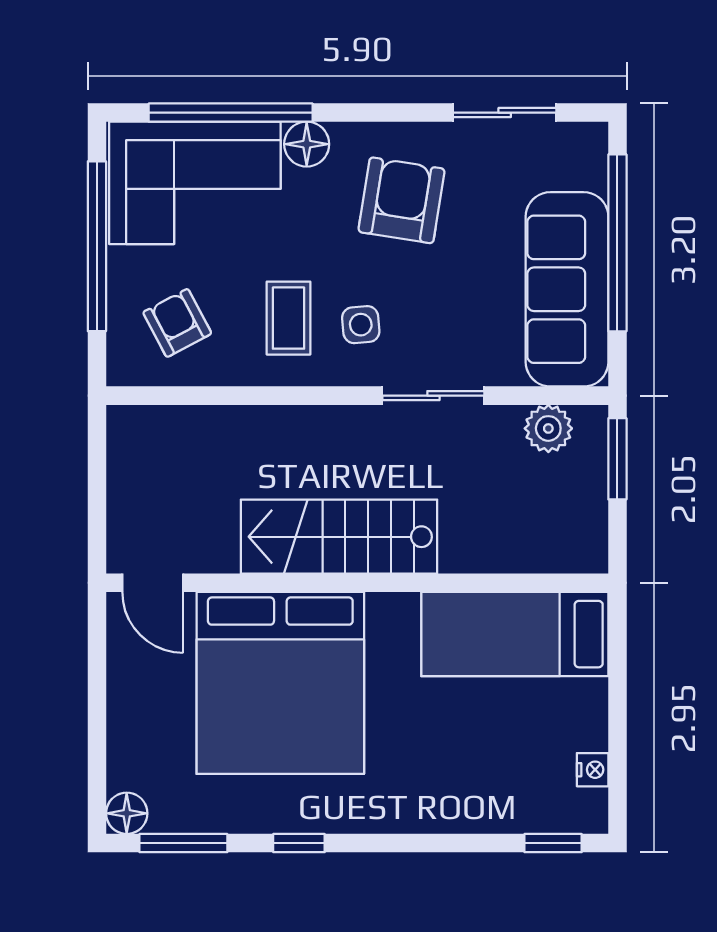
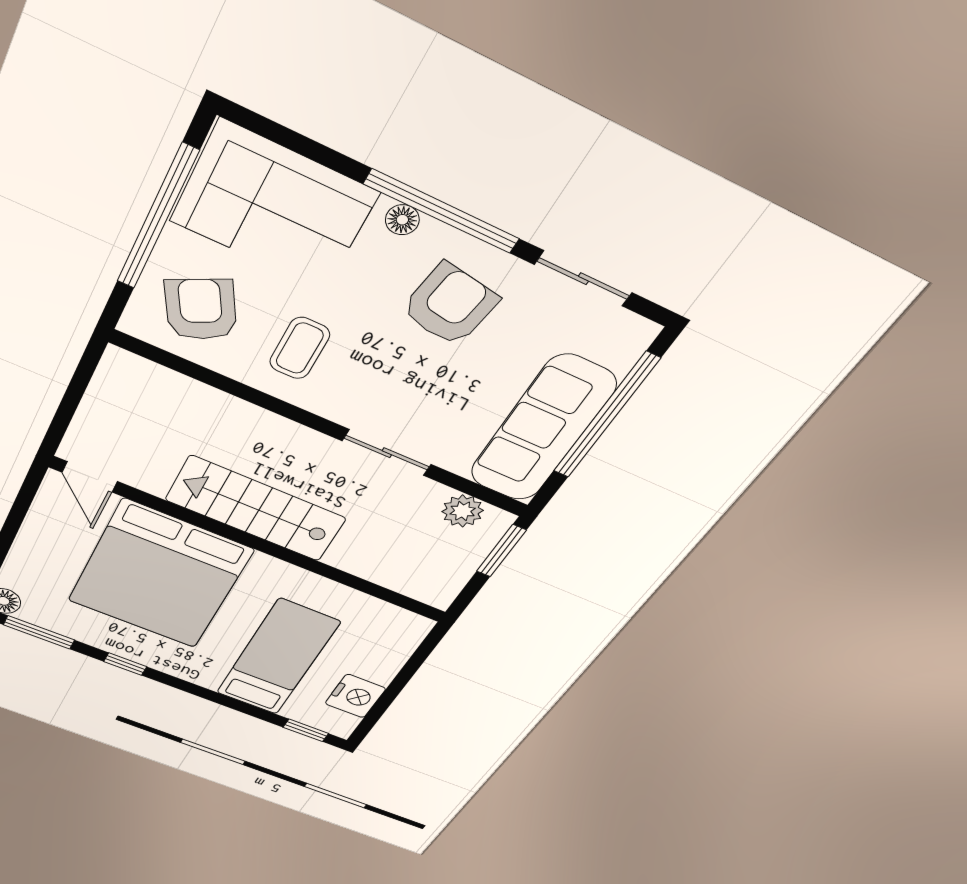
window: (231, 113) -> (442, 211), moved
floor lamp: (307, 144) -> (402, 220), width x0.73, depth x0.73
armchair: (177, 323) -> (201, 309), width x1.38, depth x1.38
side table: (361, 325) -> (358, 380), removed
bed: (515, 634) -> (278, 658), moved, turned 90
nightstand: (593, 770) -> (355, 696), width x1.89, depth x1.79

